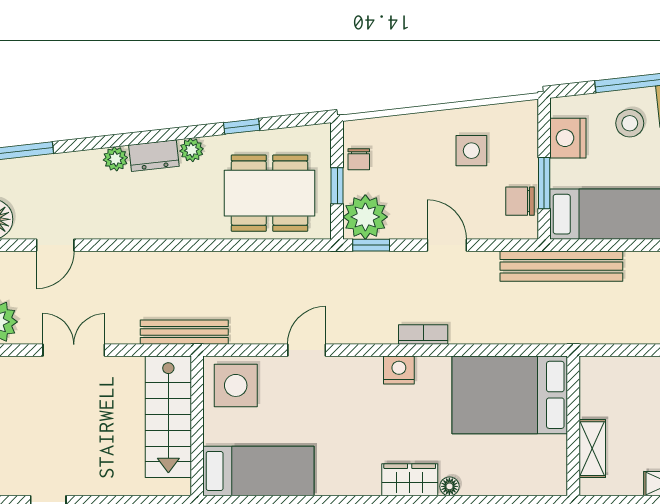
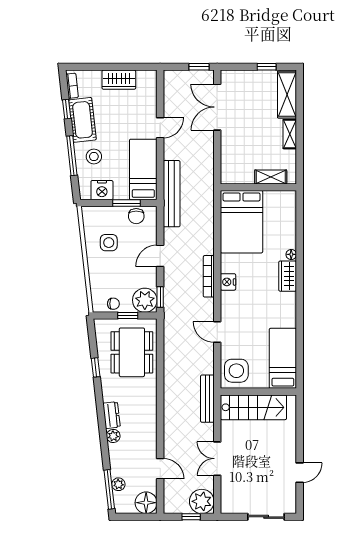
plant: (192, 150) -> (118, 484), moved
bookcase: (423, 334) -> (209, 276), width x1.56

